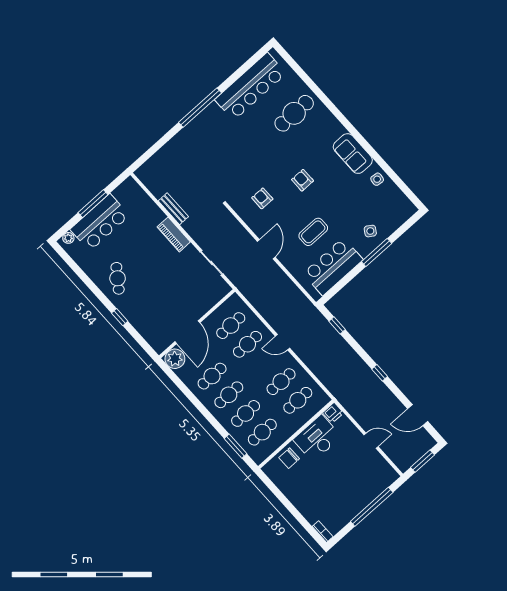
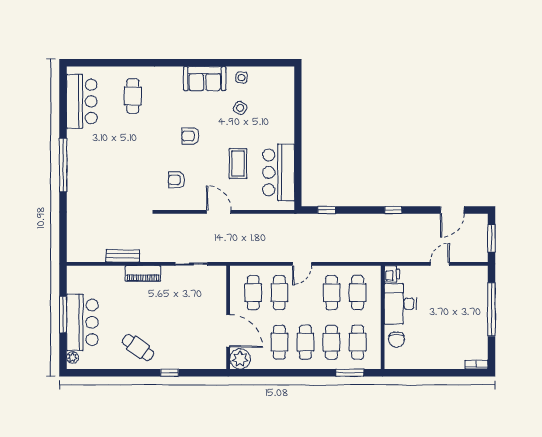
bar counter: (250, 87) -> (82, 101), width x0.73
cafe table: (294, 113) -> (133, 96), width x0.73, depth x0.74
side table: (370, 231) -> (240, 108), moved
window: (377, 252) -> (298, 129), removed

